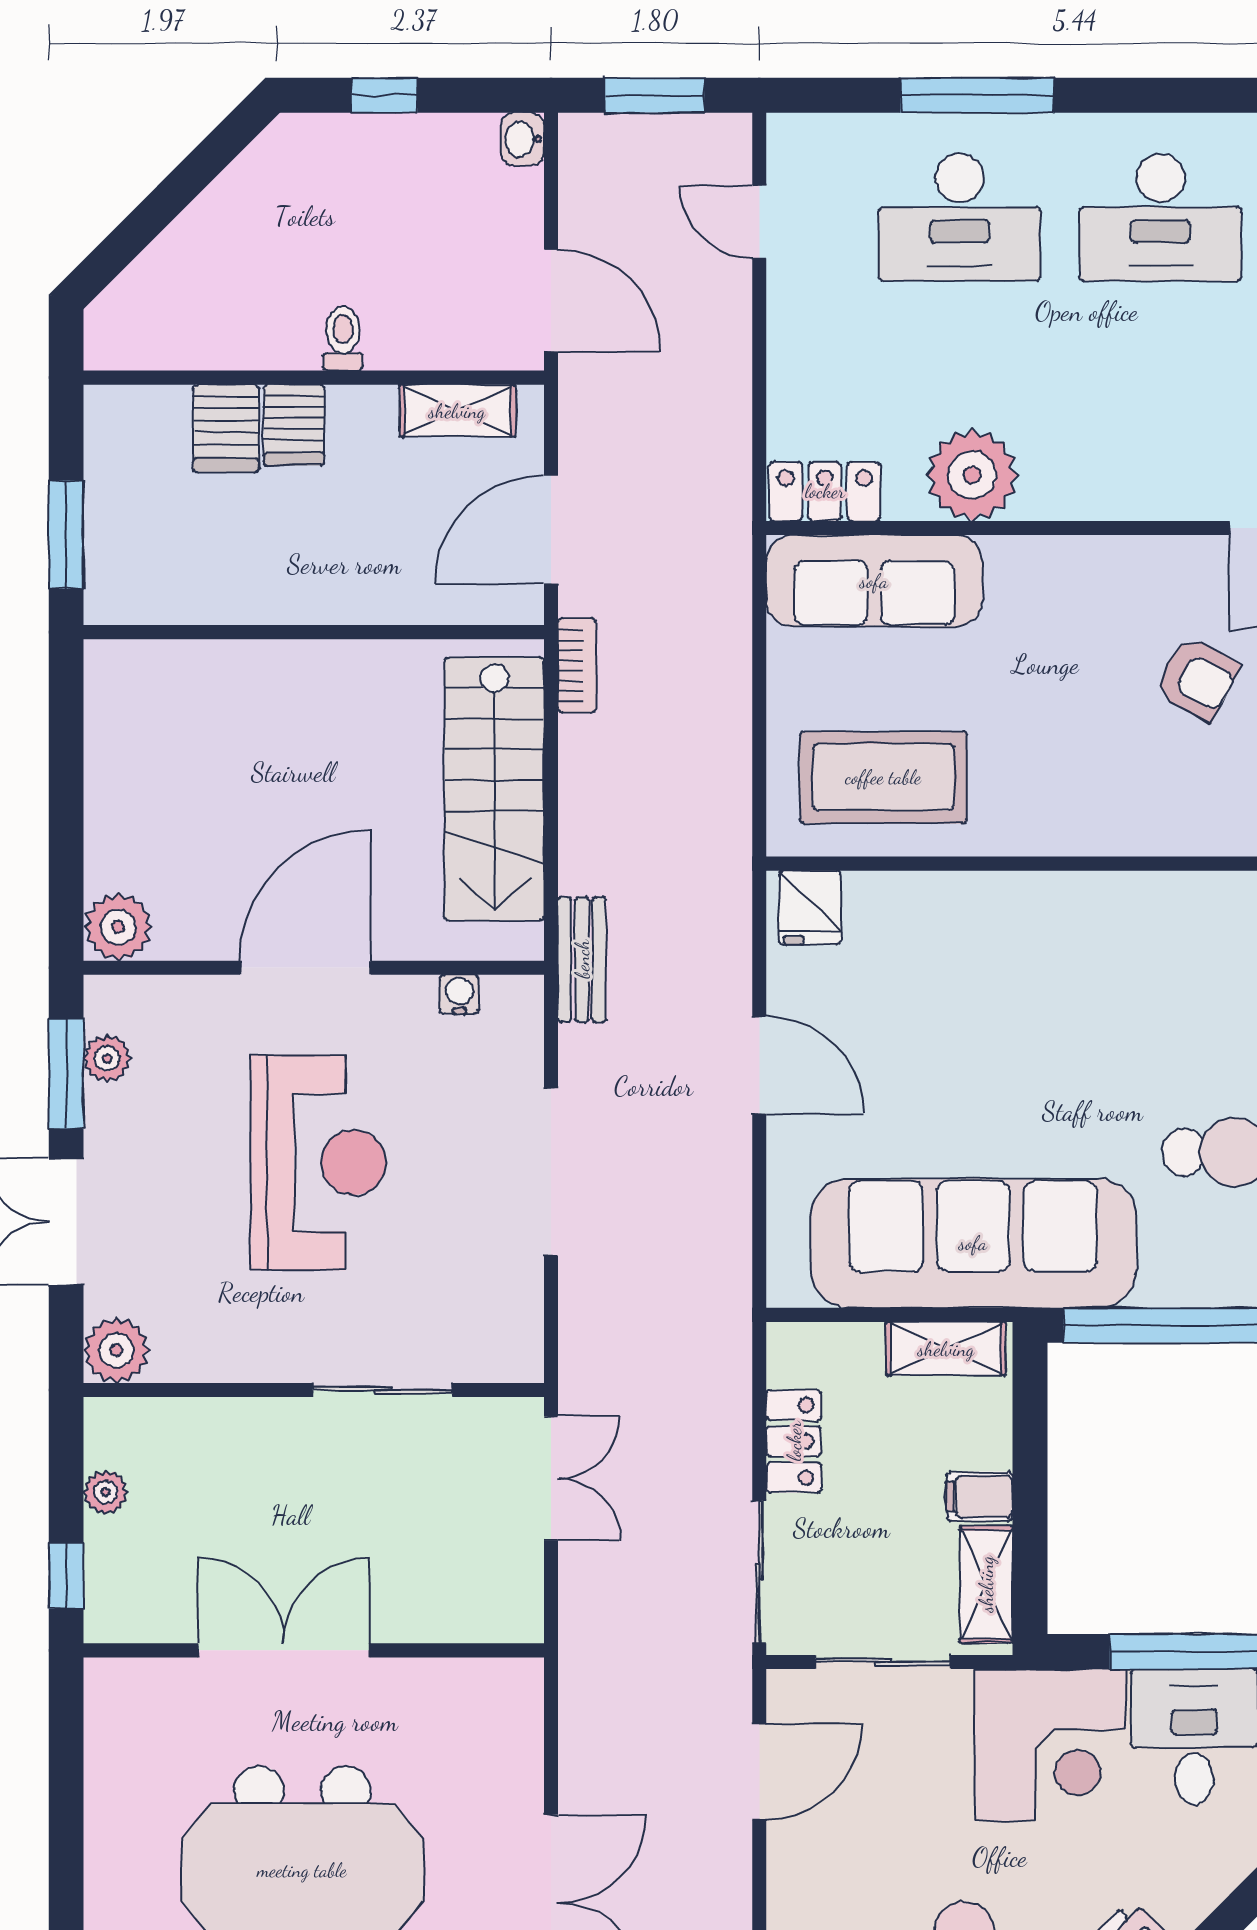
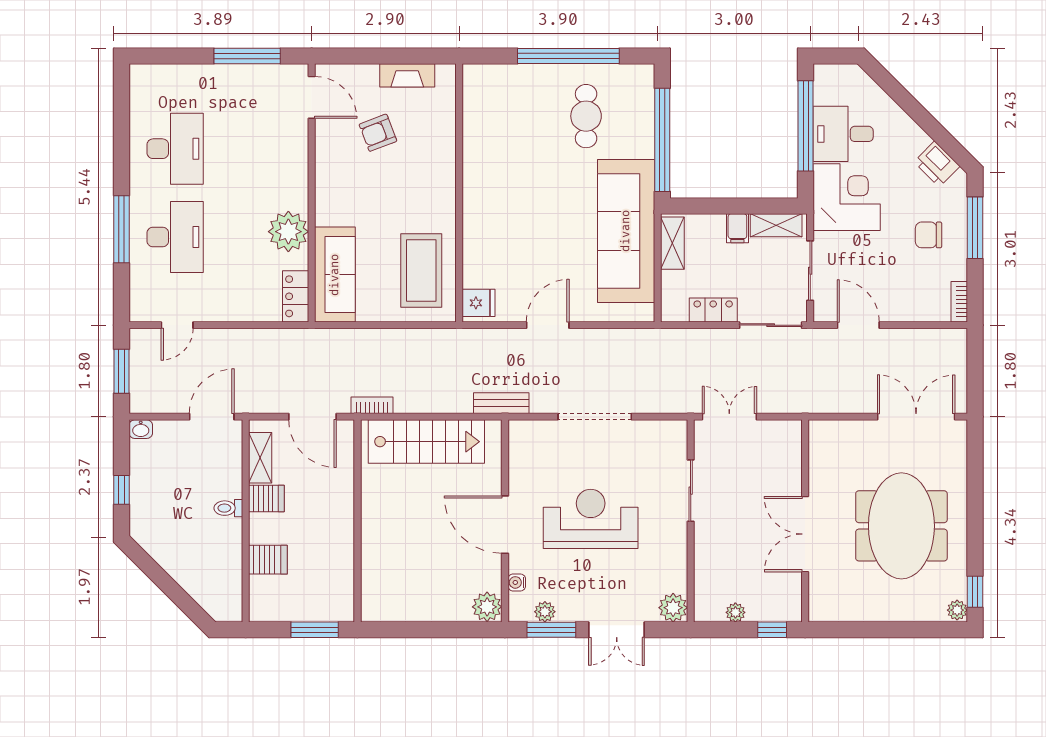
server rack: (294, 425) -> (266, 499), moved
armchair: (1197, 679) -> (378, 133), turned -139
water cooler: (460, 994) -> (517, 582), moved

